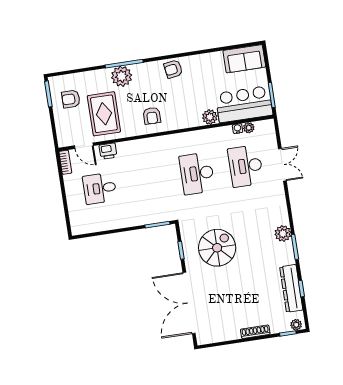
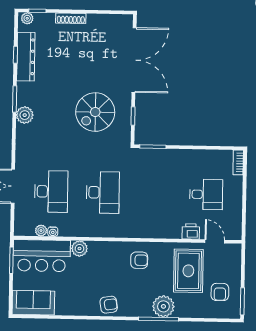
armchair: (71, 99) -> (220, 292), turned 90
armchair: (152, 116) -> (139, 260), turned 90
bookcase: (65, 162) -> (238, 162), moved

